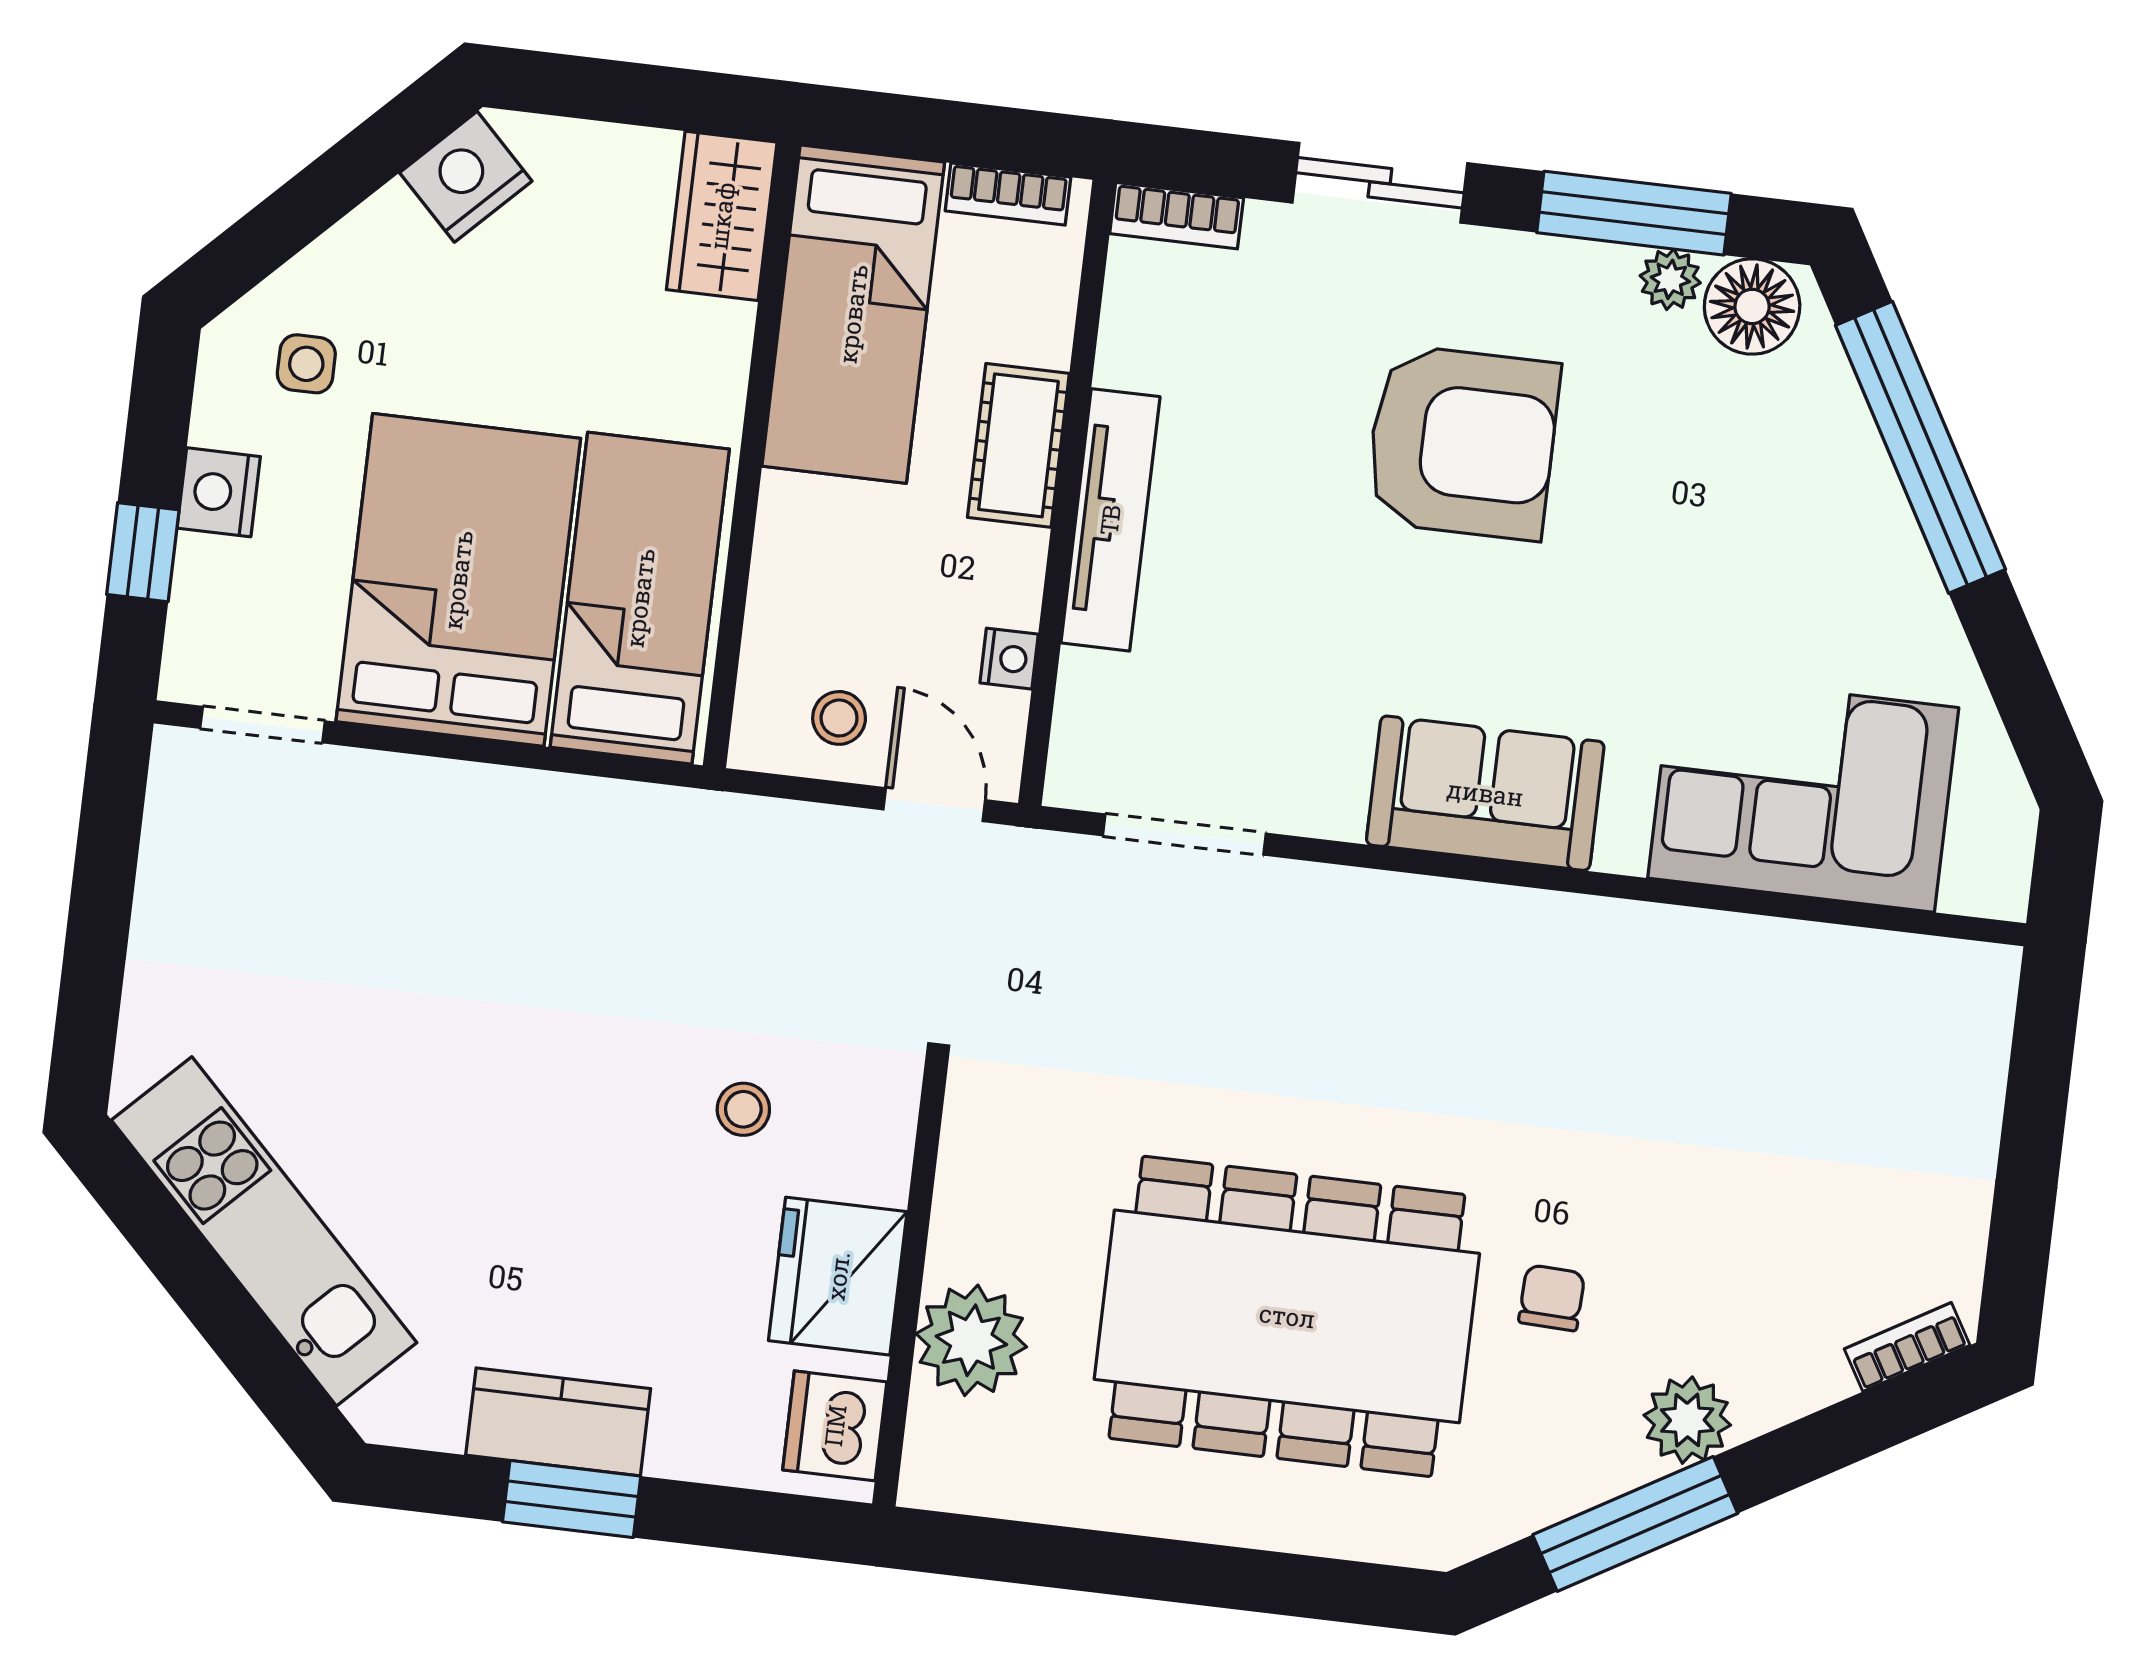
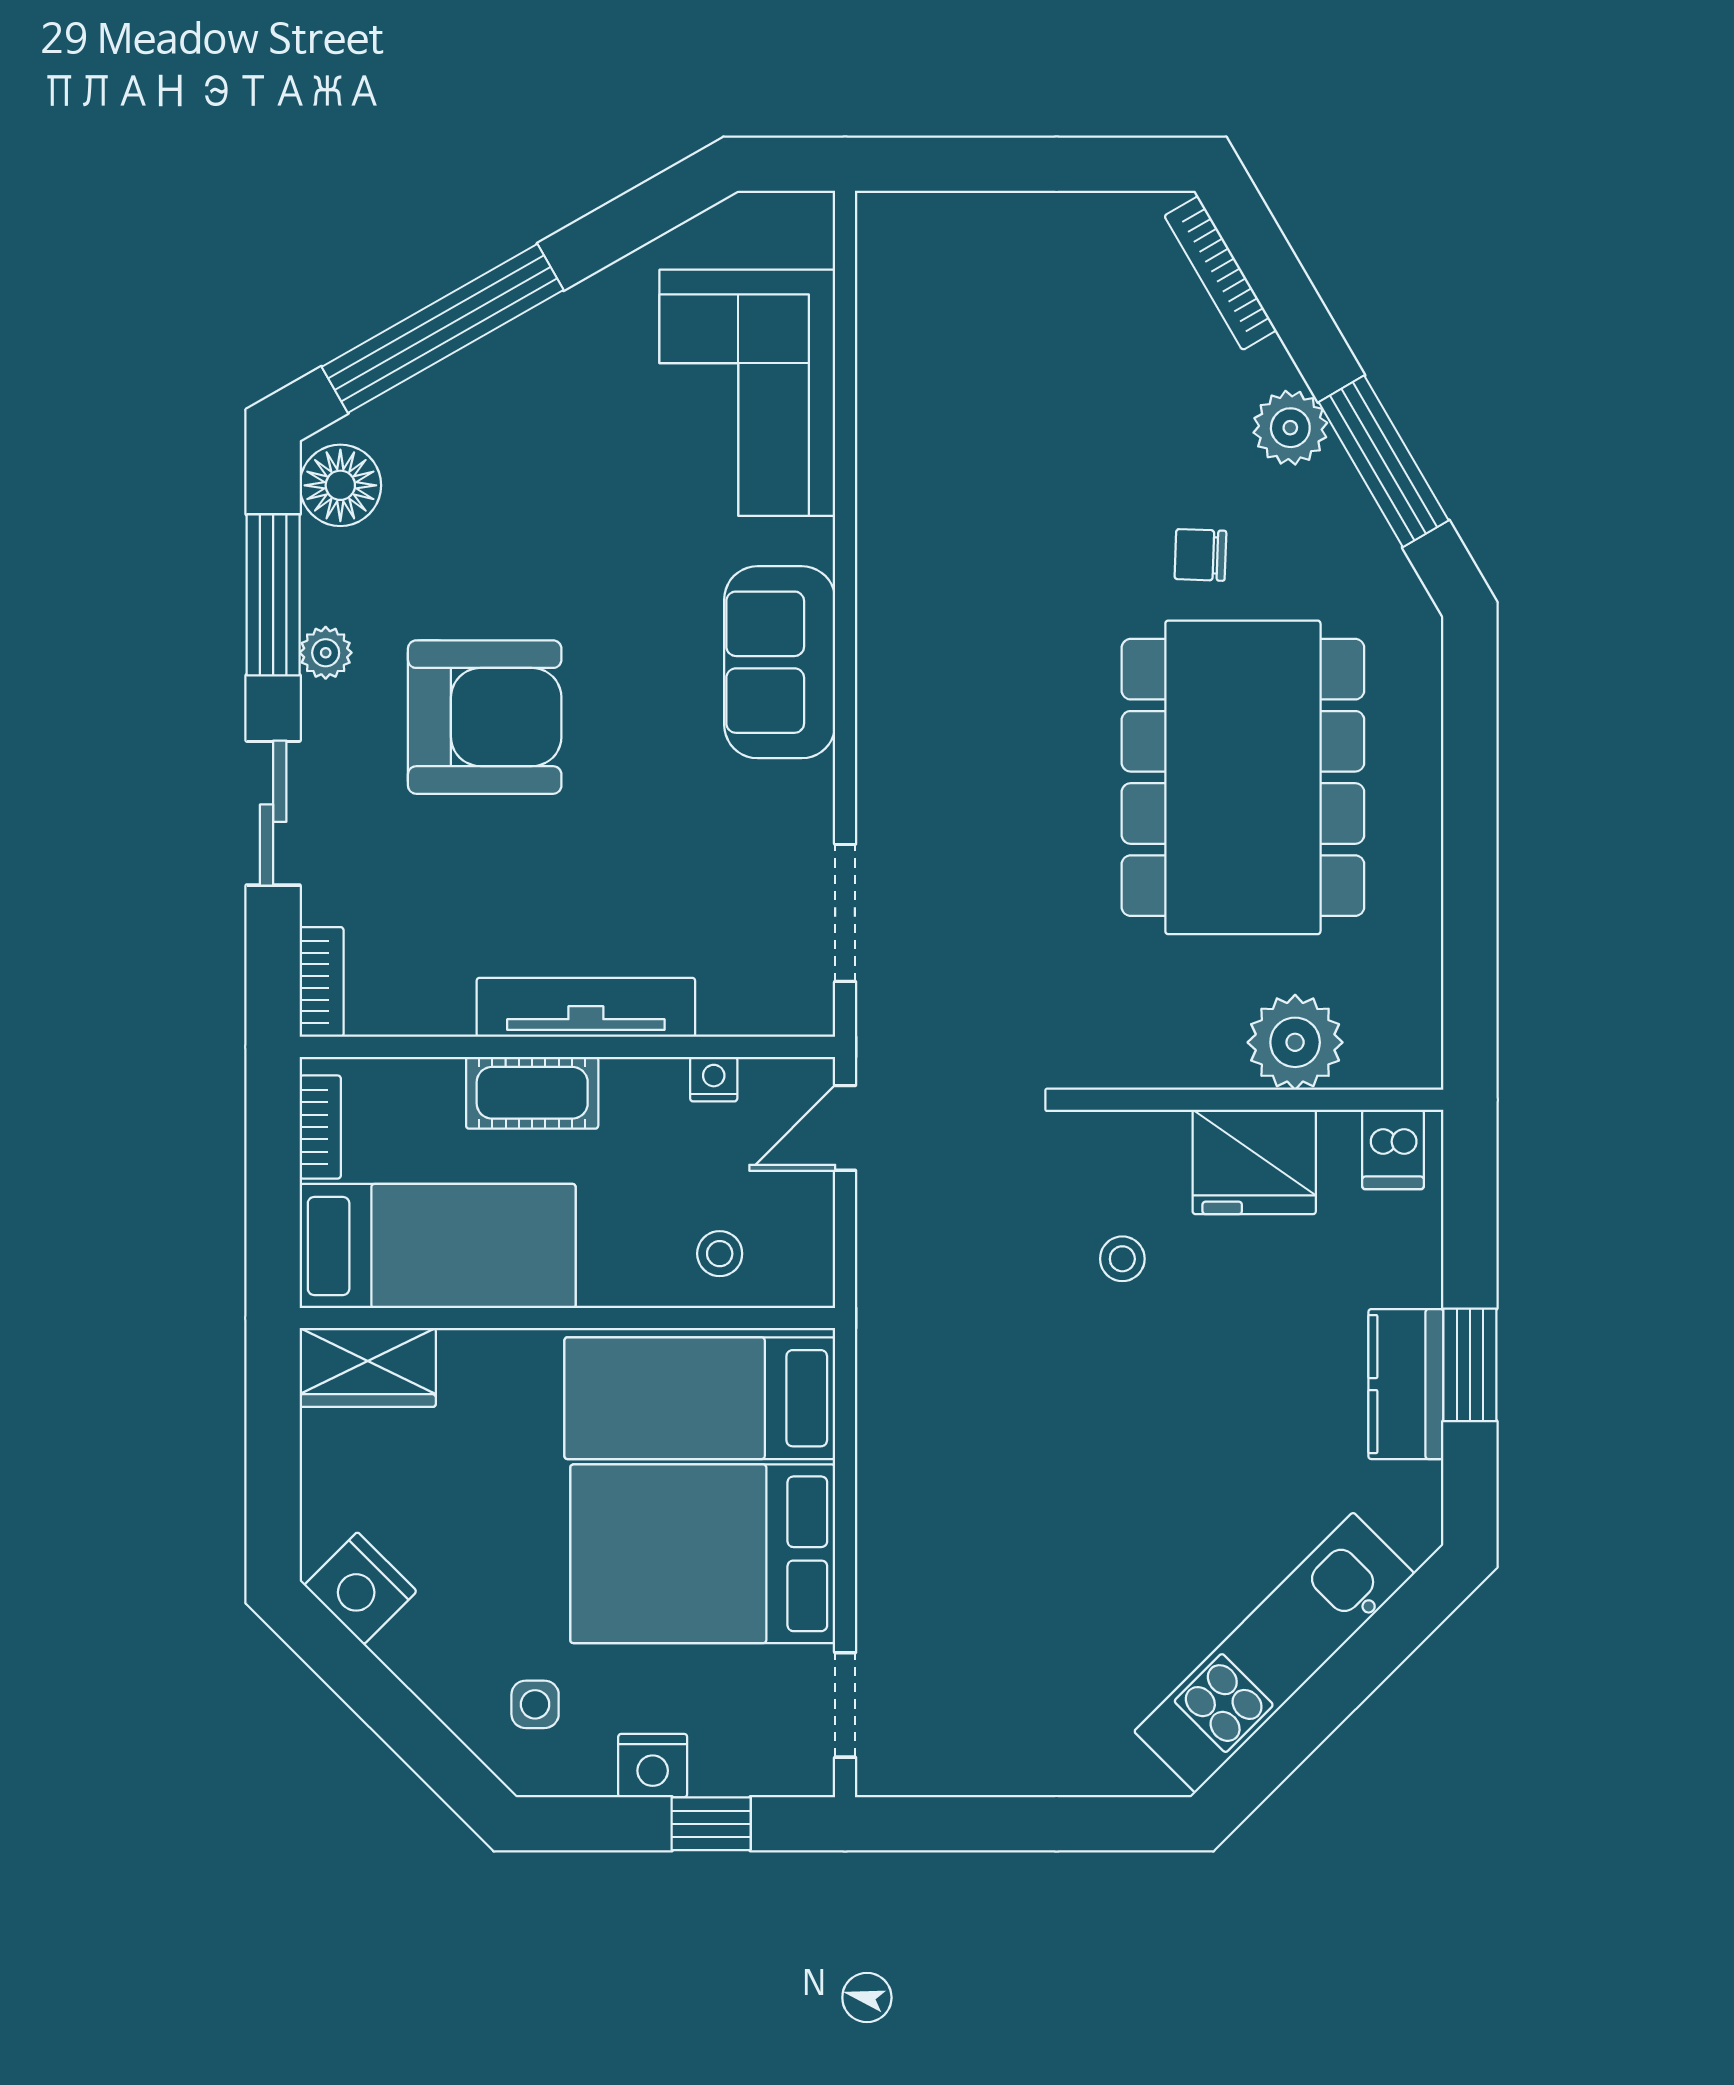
plant: (1670, 279) -> (326, 653), moved
armchair: (1462, 442) -> (485, 717), turned 90
stool: (839, 718) -> (720, 1254), moved
bookcase: (1907, 1347) -> (1220, 273), width x1.56
dishwasher: (835, 1426) -> (1393, 1149), width x0.73

